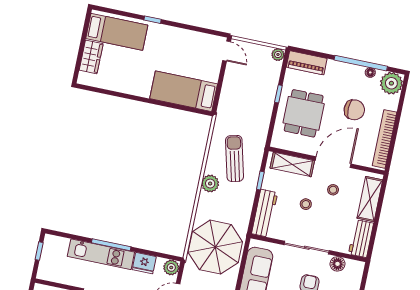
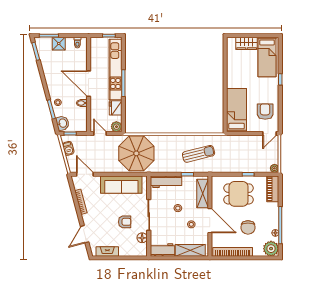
armchair: (194, 51) -> (265, 112), added
plant: (210, 184) -> (178, 141), removed
kitchen unit: (101, 254) -> (115, 69), width x1.36

